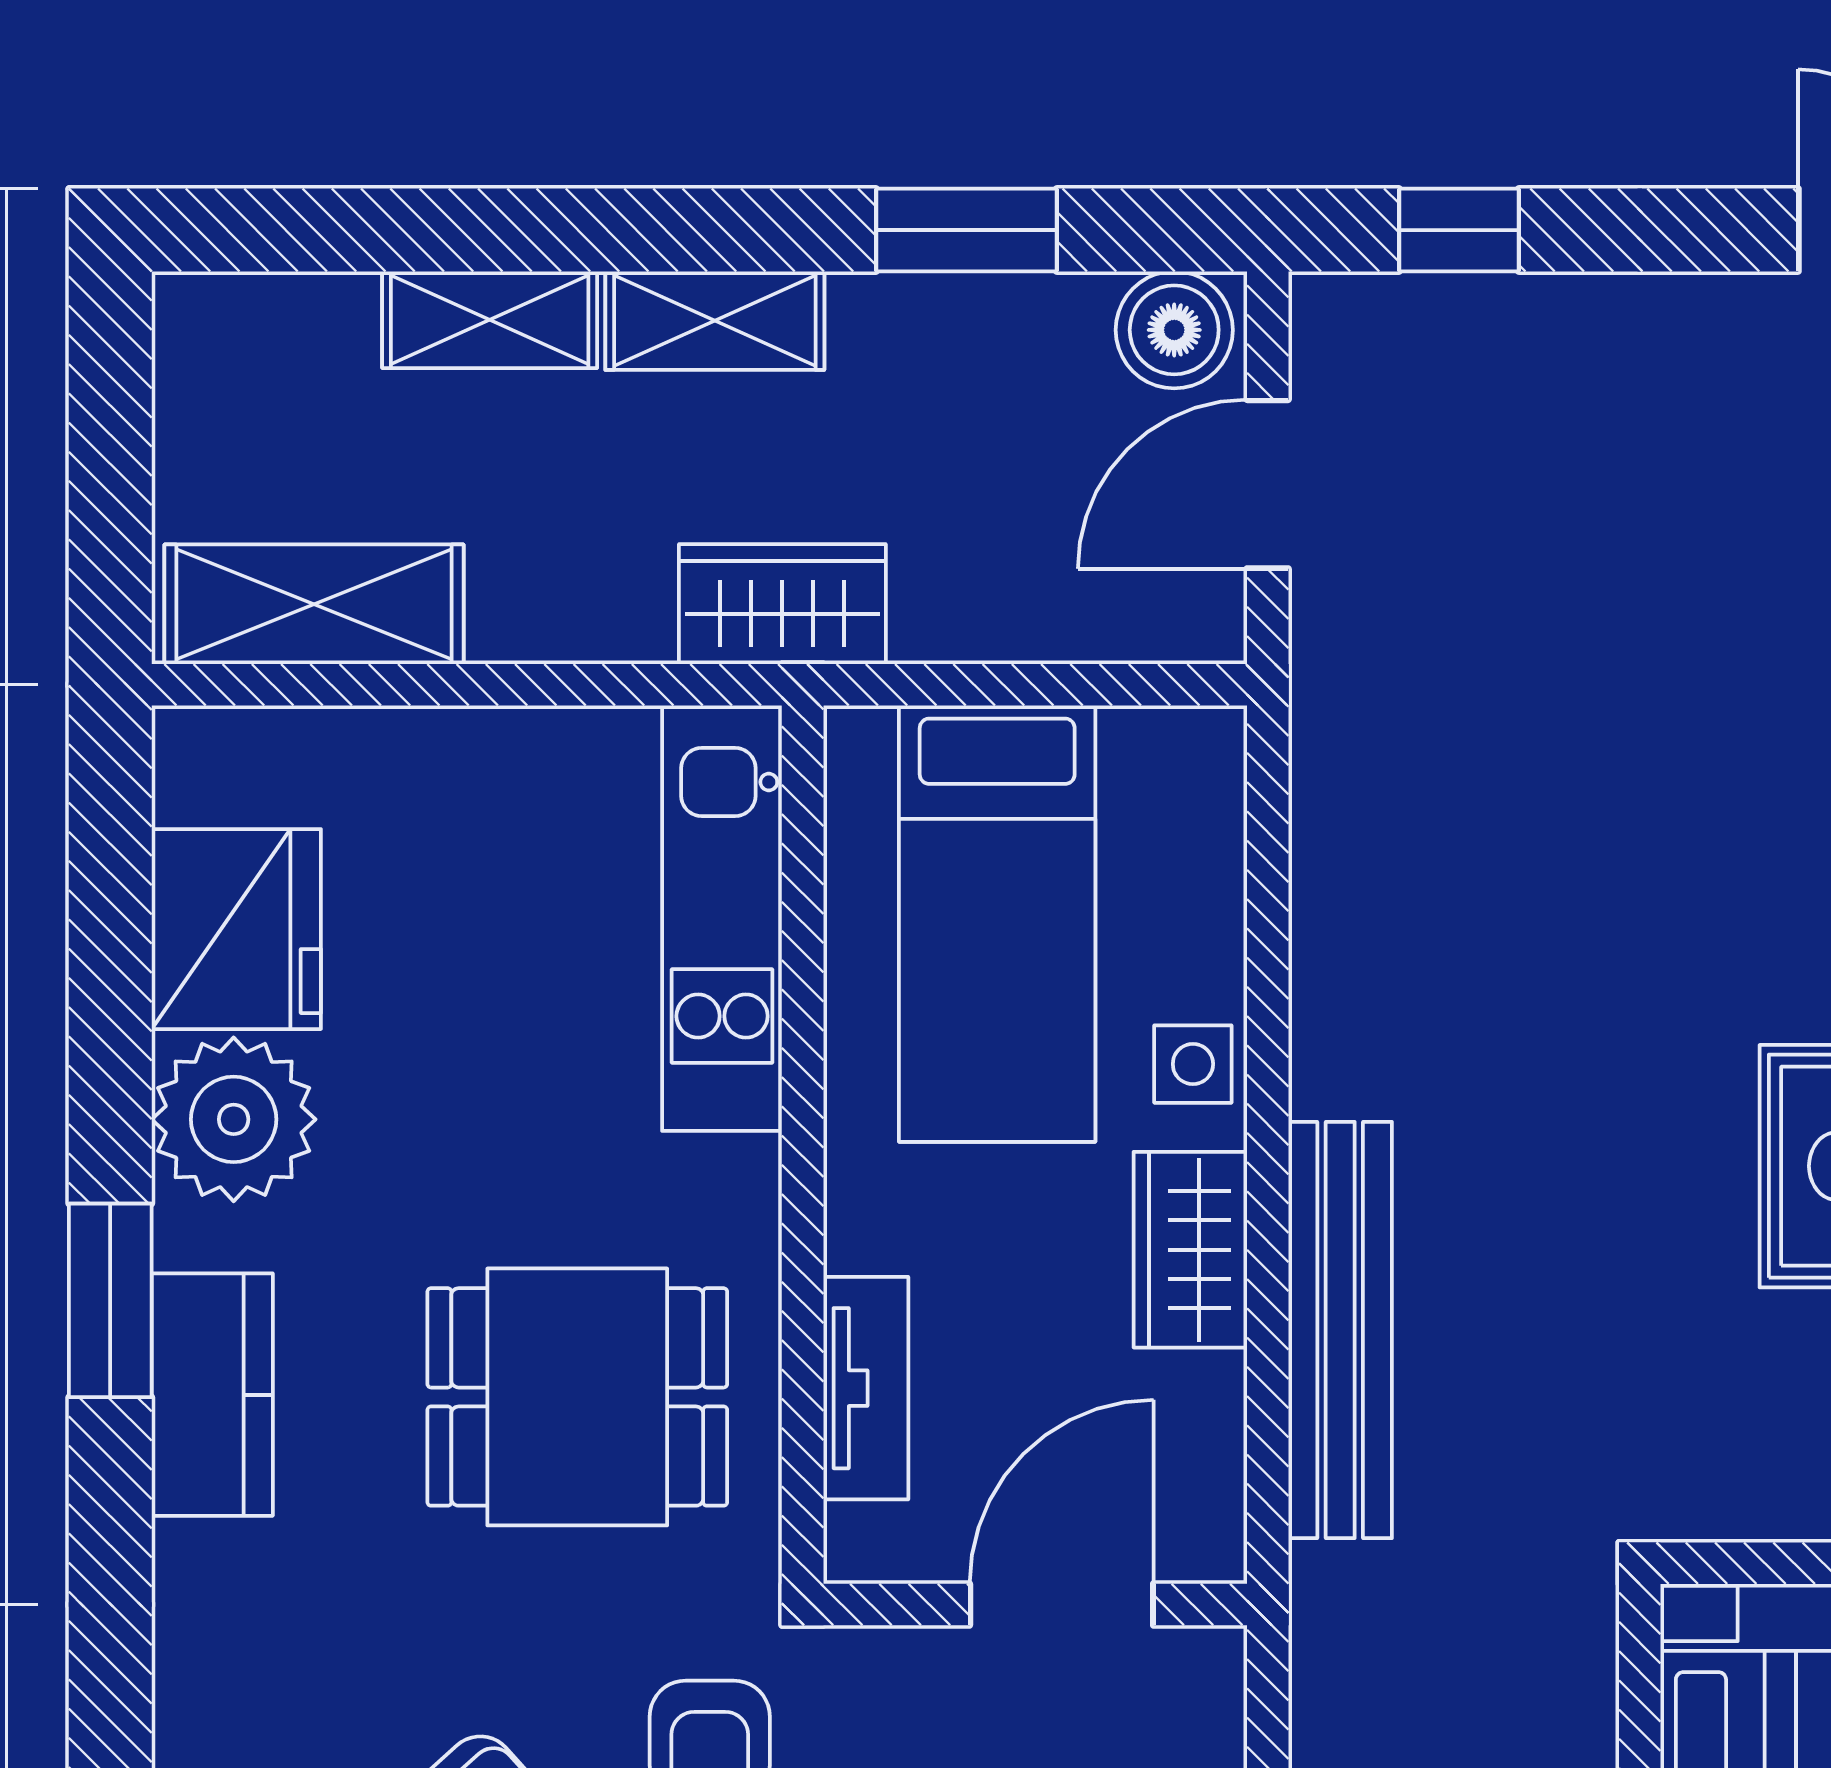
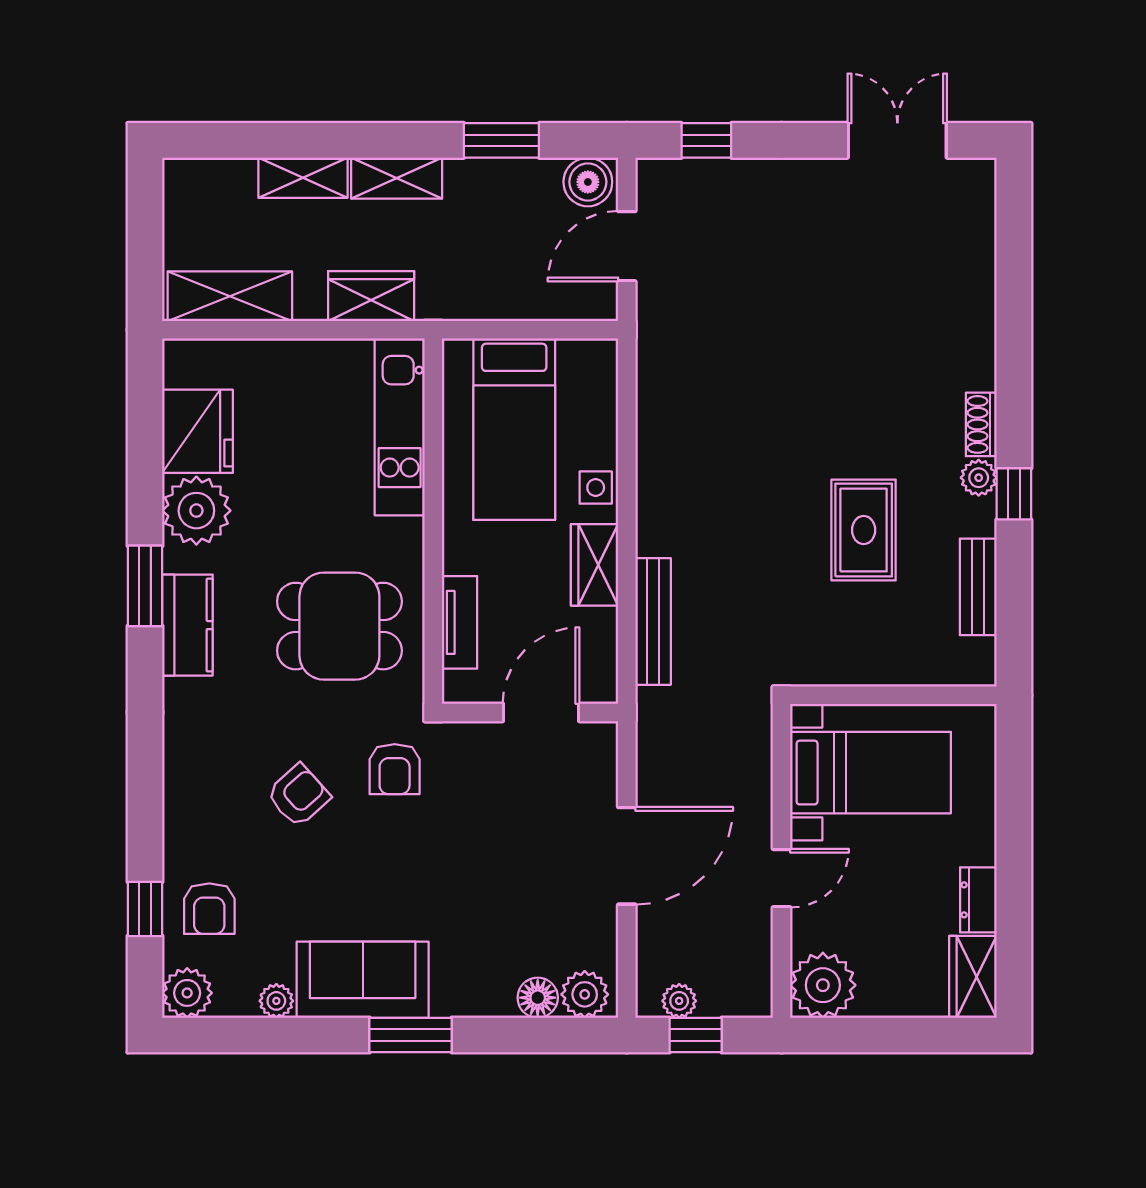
wardrobe: (782, 604) -> (371, 296), moved
bench: (1340, 1330) -> (653, 621), width x0.73, depth x0.82

